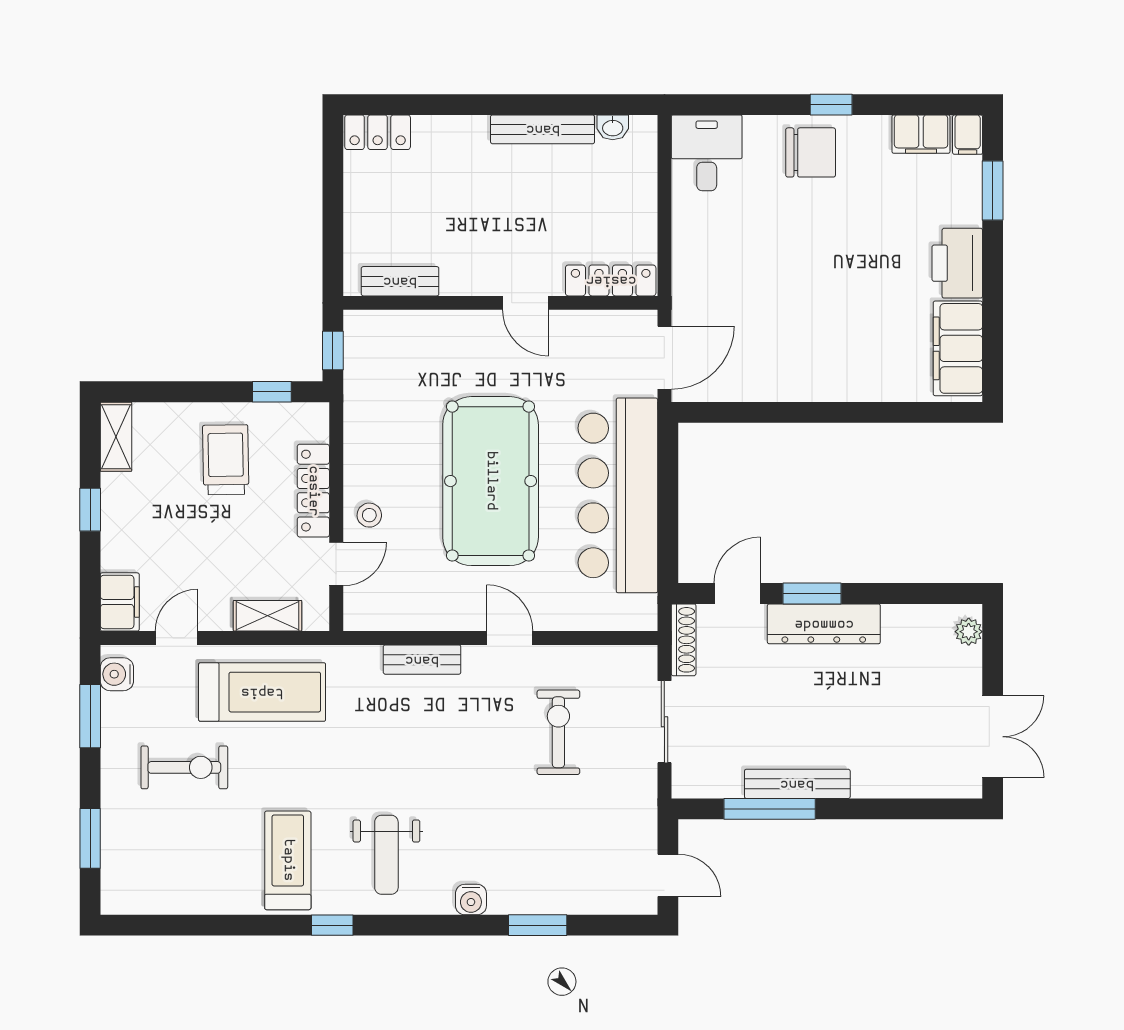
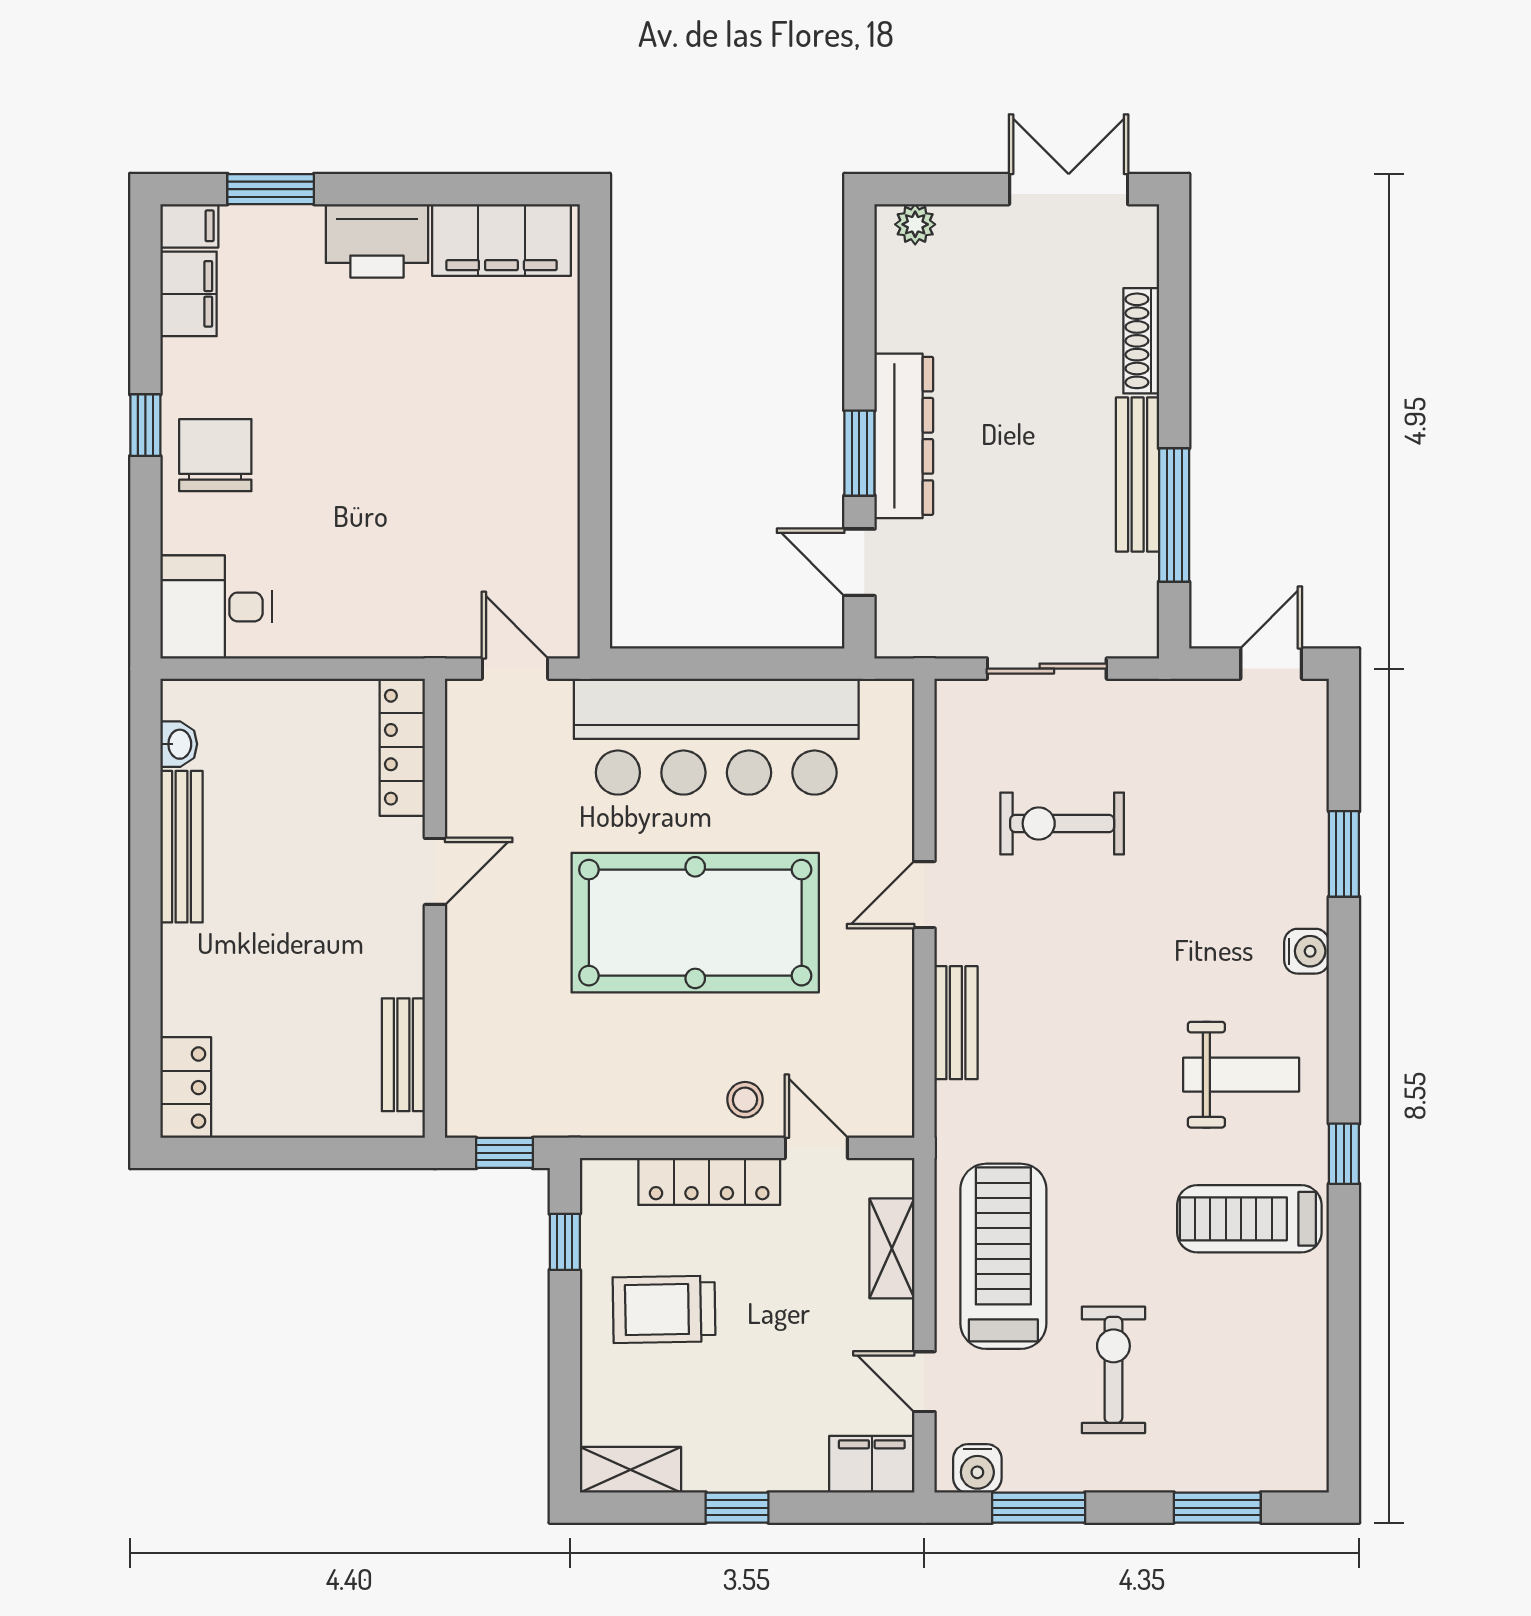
door: (664, 358) -> (515, 669), width x0.73
shoe rack: (684, 640) -> (1141, 341), moved, turned -90

